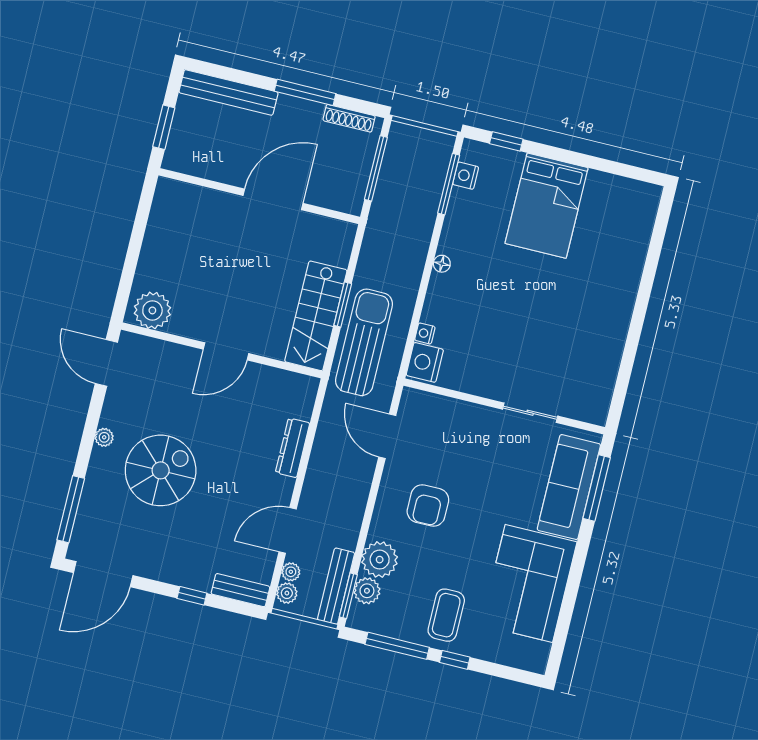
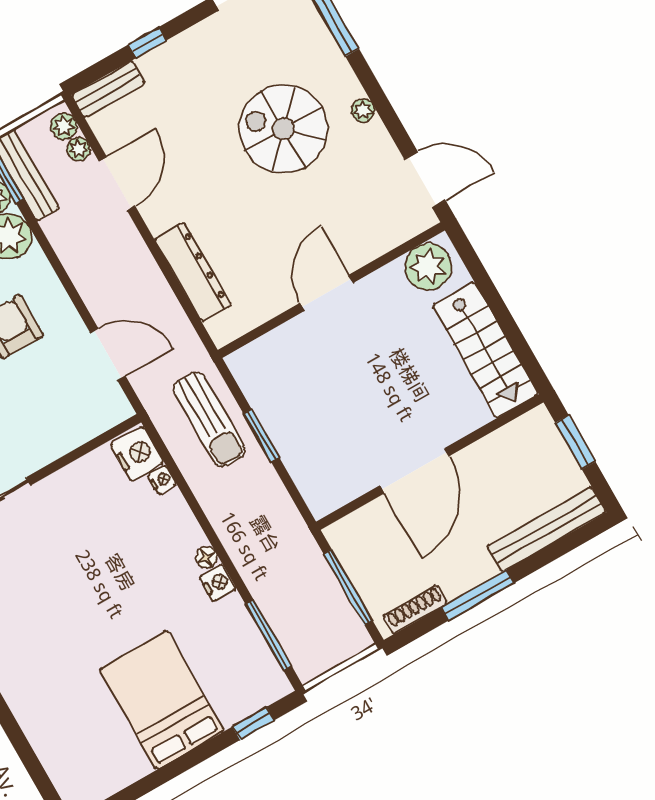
nightstand: (466, 176) -> (218, 583), moved
stairs: (316, 316) -> (485, 350), moved, turned 180
sun lounger: (364, 342) -> (209, 419), width x0.73, depth x0.75
dresser: (293, 448) -> (193, 272), width x1.37, depth x1.24
spiral stairs: (161, 470) -> (284, 129), turned 90

